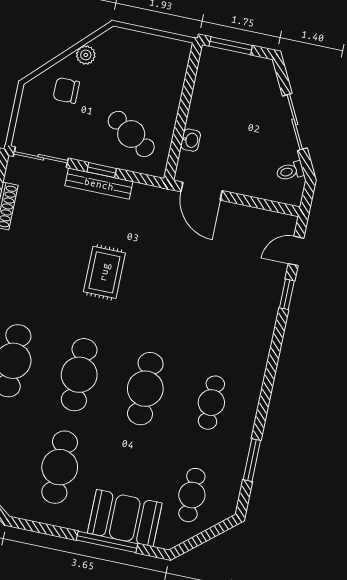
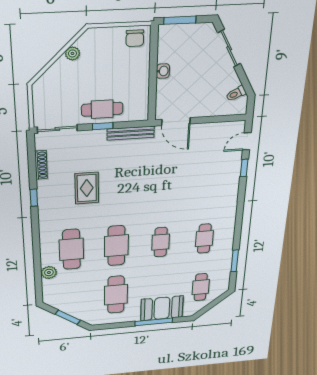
chair: (66, 90) -> (135, 38), moved, turned -90
sliding door: (295, 122) -> (229, 48), moved
cafe table: (131, 134) -> (102, 109), moved, turned -33
washbasin: (191, 140) -> (163, 71), moved
bench: (99, 184) -> (131, 133), moved
rug: (104, 272) -> (87, 188), moved
cafe table: (145, 389) -> (161, 242), width x0.73, depth x0.74

